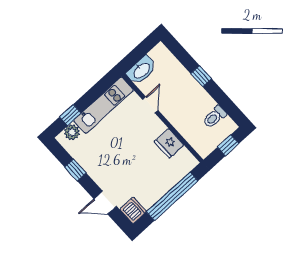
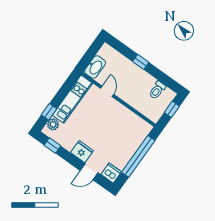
fridge: (169, 143) -> (82, 152), moved, turned 180
window: (75, 170) -> (52, 145), moved

